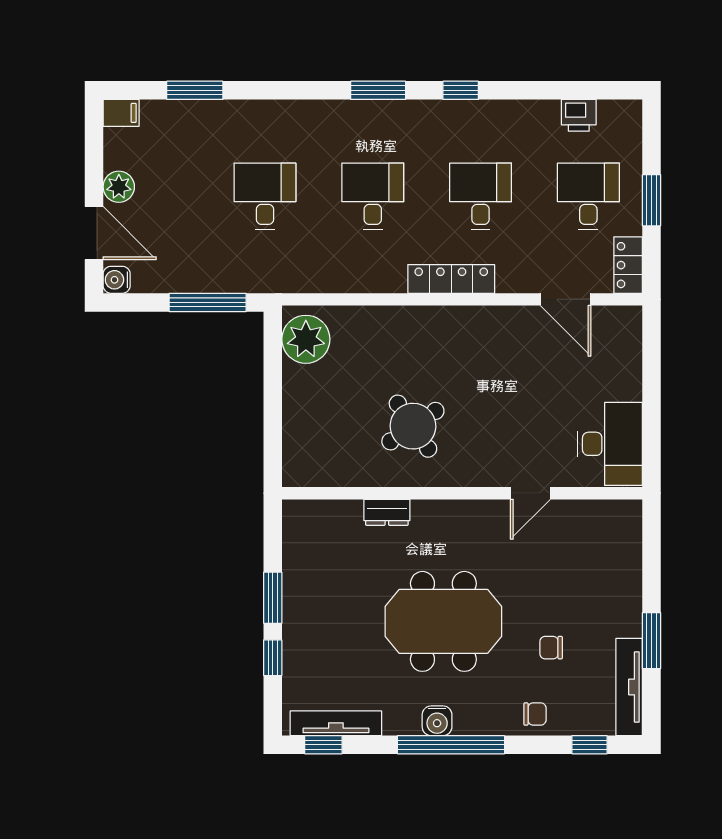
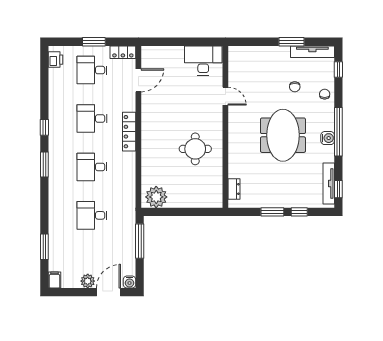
printer: (579, 115) -> (56, 60), moved
round table: (413, 426) -> (195, 149), turned 34
dresser: (387, 512) -> (234, 189), moved

